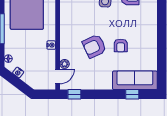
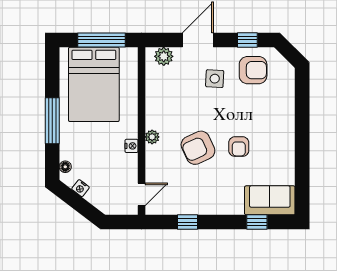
plant: (65, 64) -> (152, 137), moved
sofa: (135, 80) -> (270, 200), width x0.73
window: (74, 94) -> (187, 222), moved

